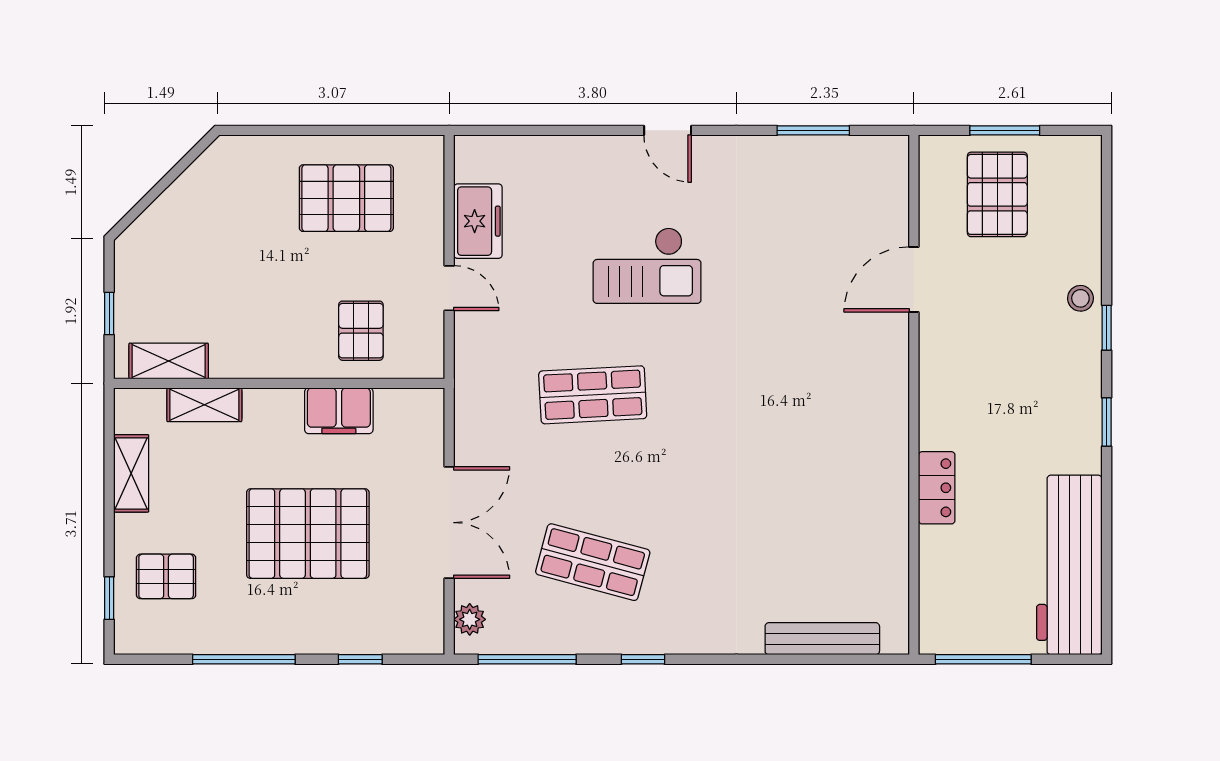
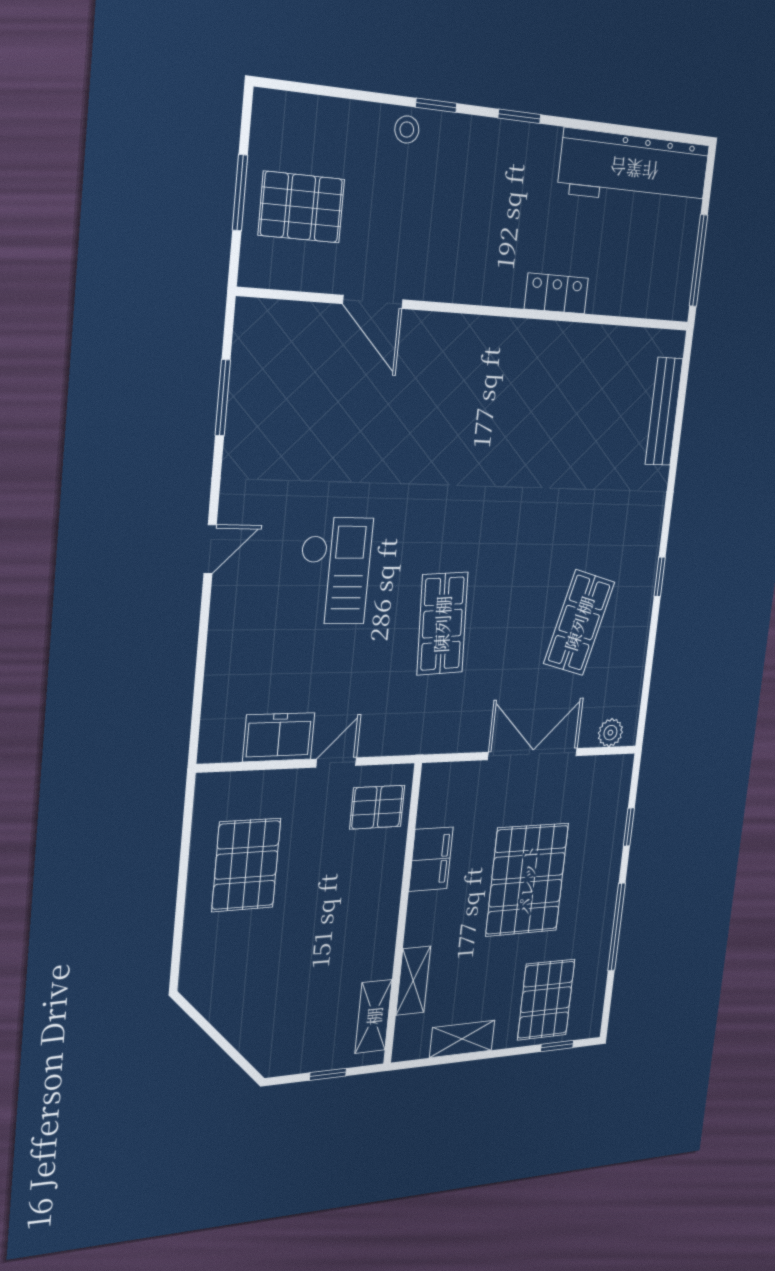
pallet: (361, 331) -> (377, 807), moved
pallet: (166, 576) -> (546, 1000), width x1.50, depth x1.42
window: (527, 659) -> (647, 681), removed

